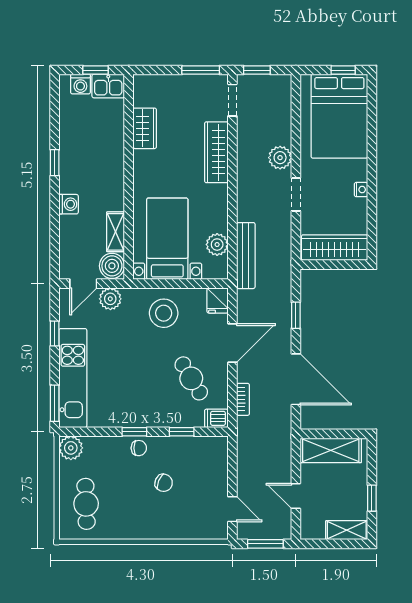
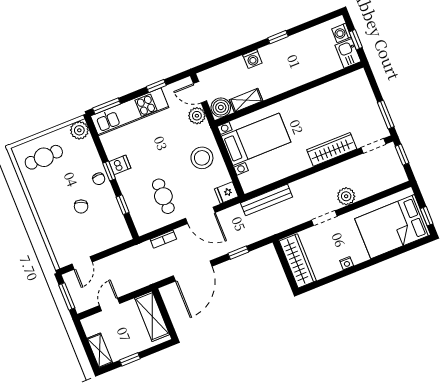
wardrobe: (145, 128) -> (328, 91), removed
plant: (217, 245) -> (266, 176), removed
cafe table: (191, 378) -> (163, 196), turned -59
dishwasher: (216, 418) -> (120, 165), moved, turned 90

